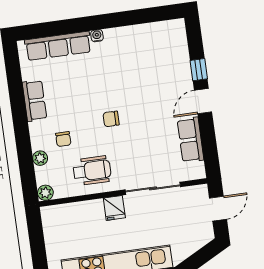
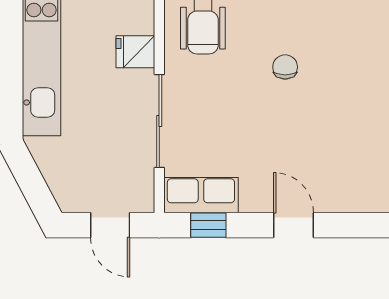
window: (199, 70) -> (208, 225), moved
row of seats: (191, 140) -> (201, 195), moved

